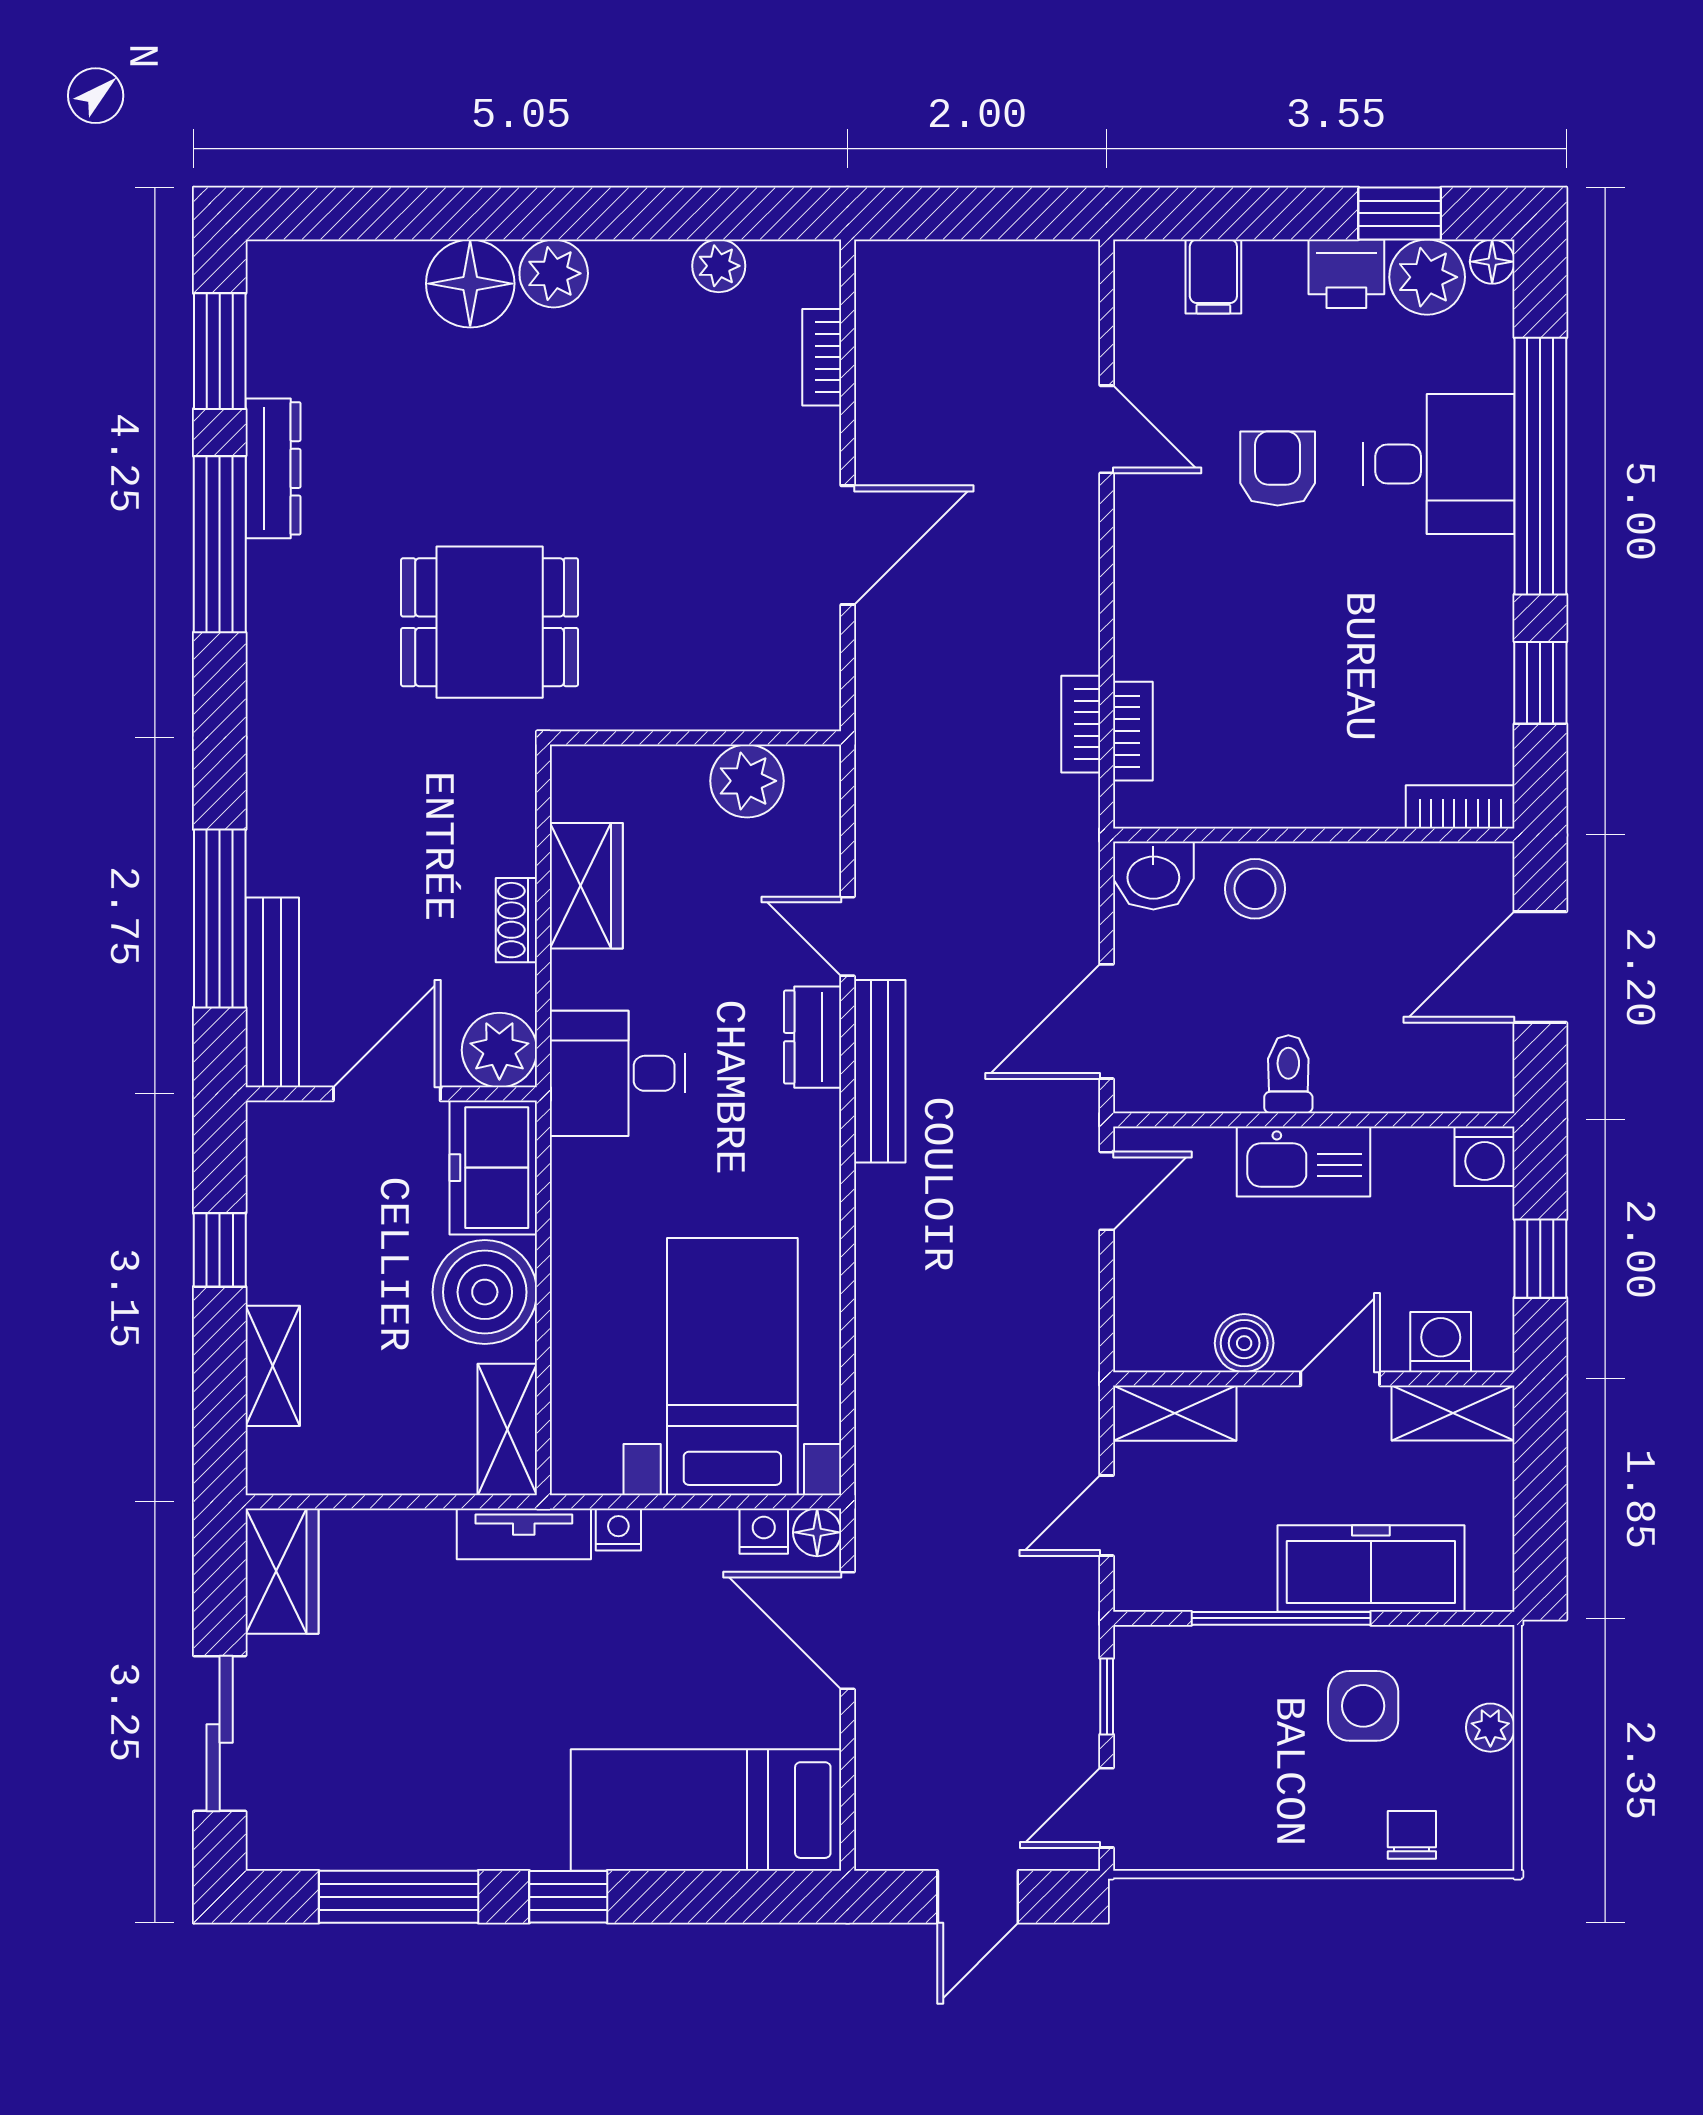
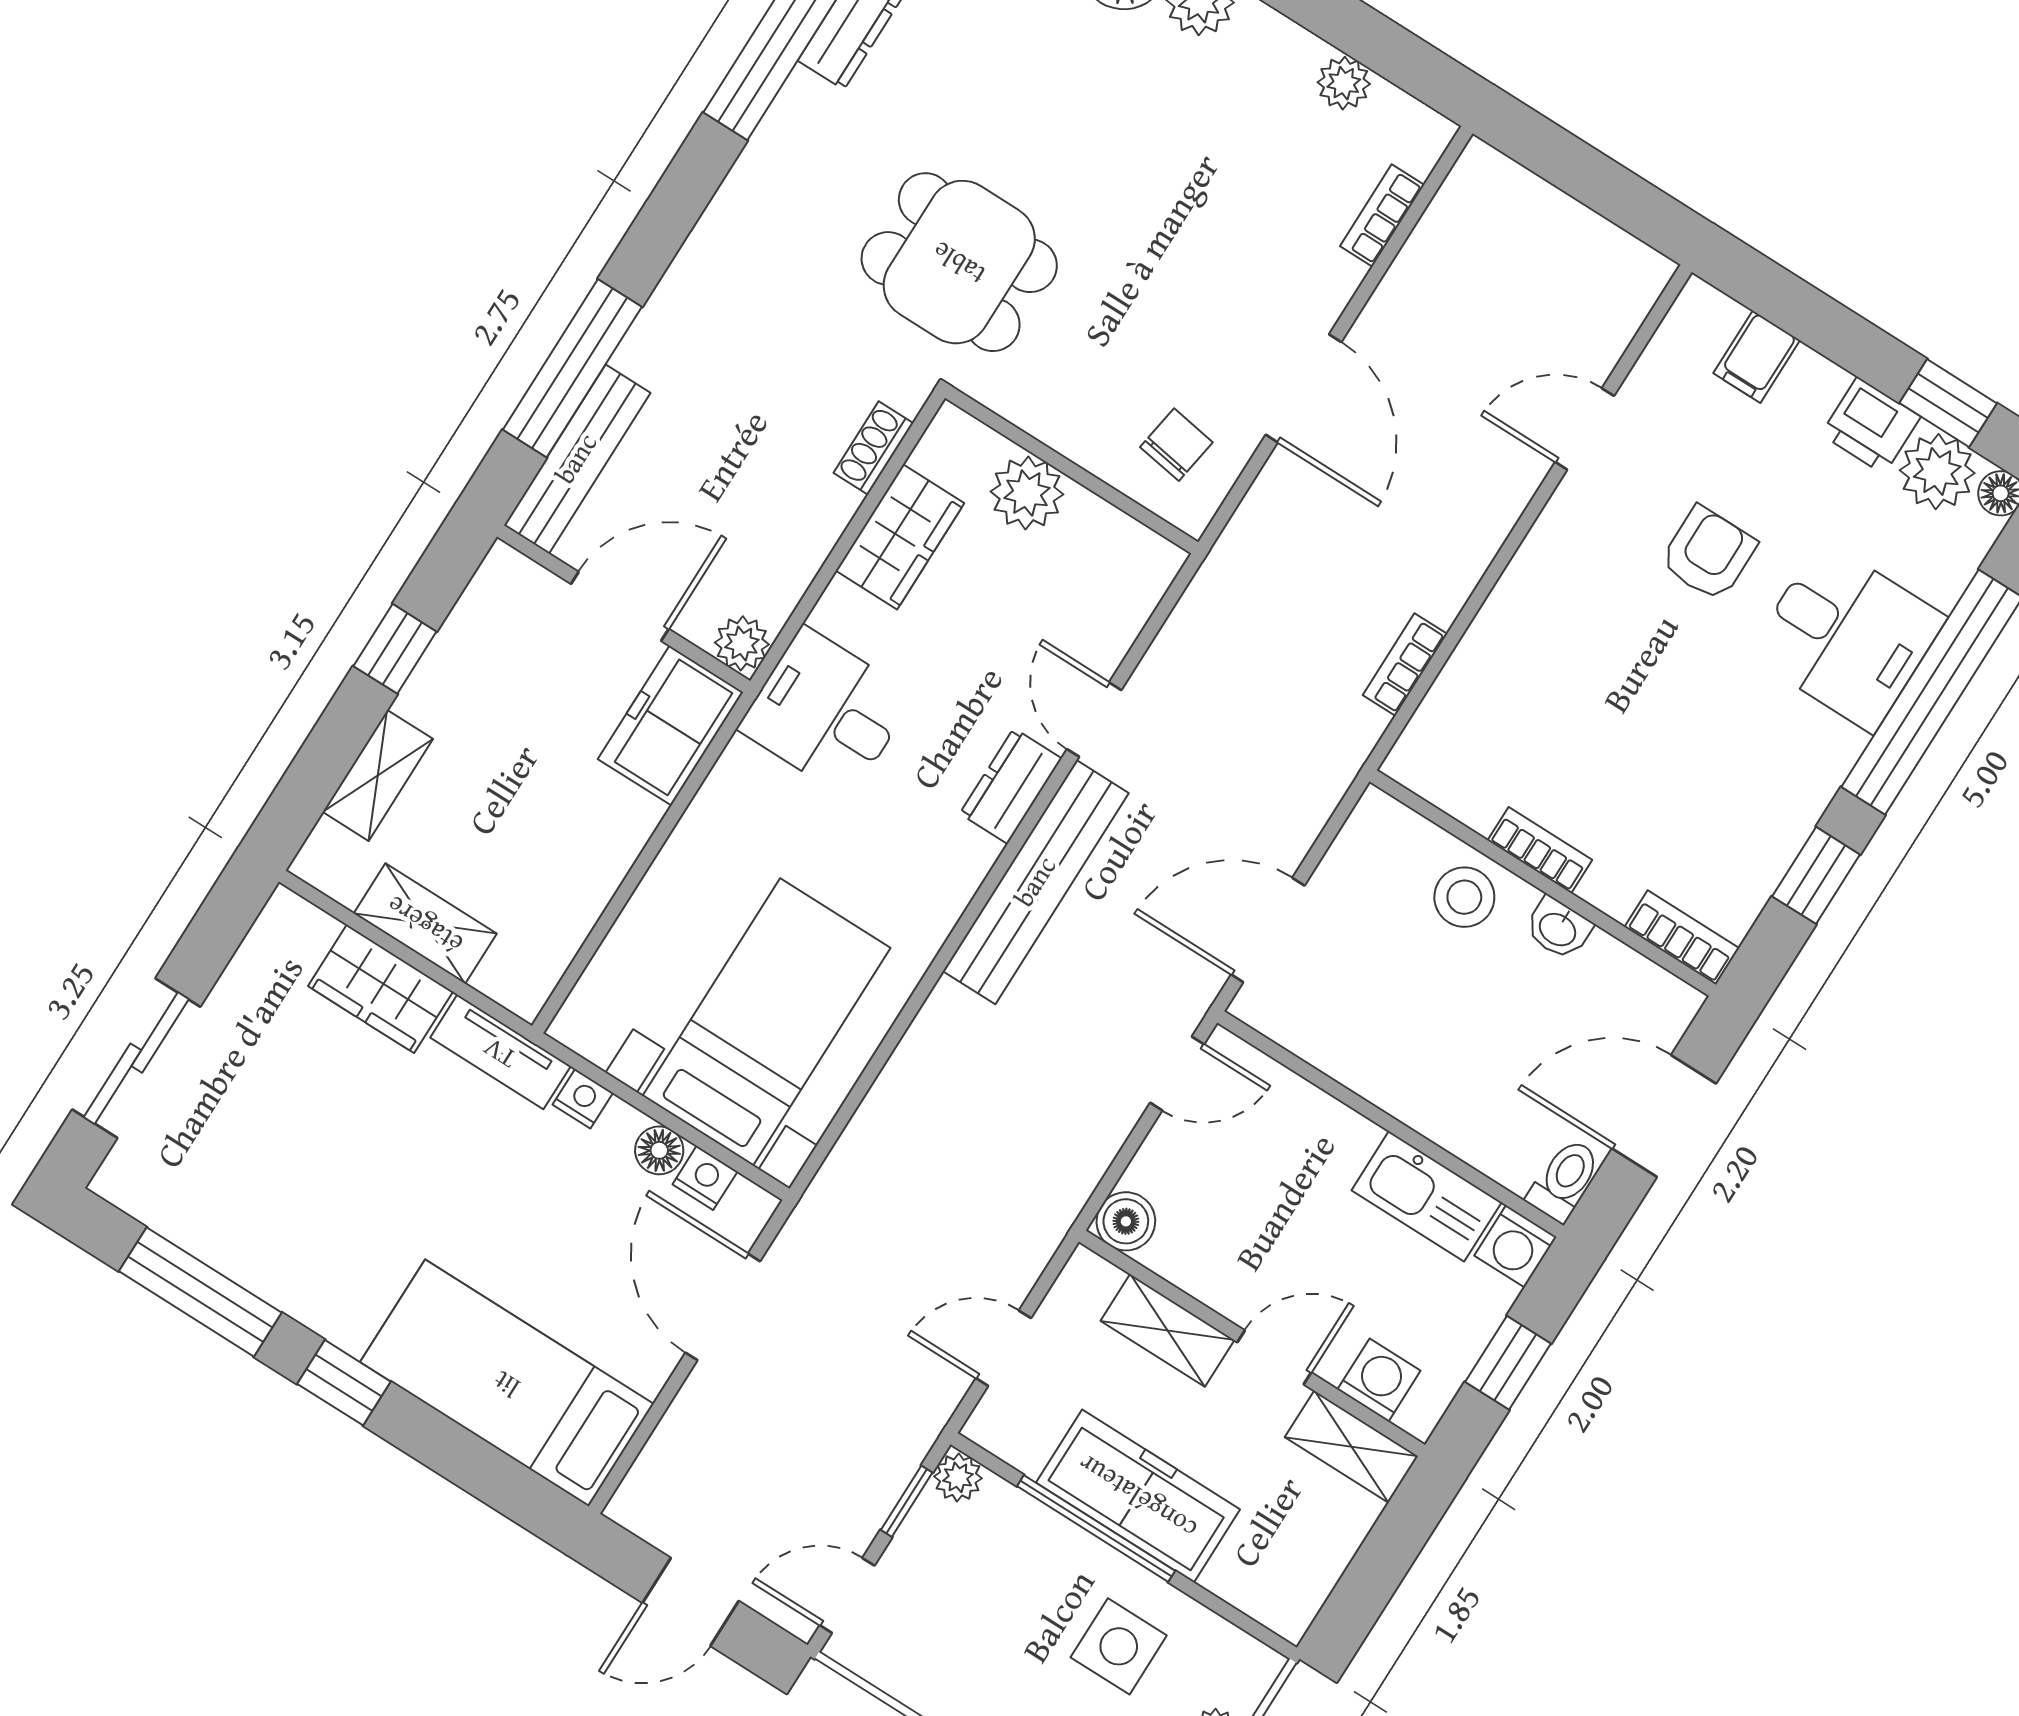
door: (1107, 429) -> (1585, 429), swing flipped
door: (848, 545) -> (1303, 388), hinge flipped
chair: (770, 660) -> (1176, 445), added
bookcase: (1133, 731) -> (1540, 850), moved, turned -90
plant: (747, 781) -> (1027, 493), moved
washbasin: (1153, 876) -> (1558, 928), moved, width x0.72, depth x0.69
shoe rack: (516, 920) -> (873, 448), moved
plant: (499, 1050) -> (742, 643), width x0.73, depth x0.73
bench: (880, 1071) -> (1036, 882), width x1.37, depth x1.21
toilet: (1288, 1074) -> (1564, 1180), moved
kitchen sink: (1304, 1161) -> (1427, 1196), moved
boiler: (485, 1292) -> (597, 826), removed
boiler: (1244, 1343) -> (1126, 1221), moved
shelving: (1175, 1413) -> (1168, 1330), moved
shelving: (507, 1429) -> (425, 924), moved, turned 90
floor lamp: (817, 1532) -> (659, 1150), moved
freezer: (1371, 1569) -> (1138, 1496), moved
wardrobe: (282, 1571) -> (380, 989), moved, turned 90
plant: (1137, 1649) -> (958, 1477), added

